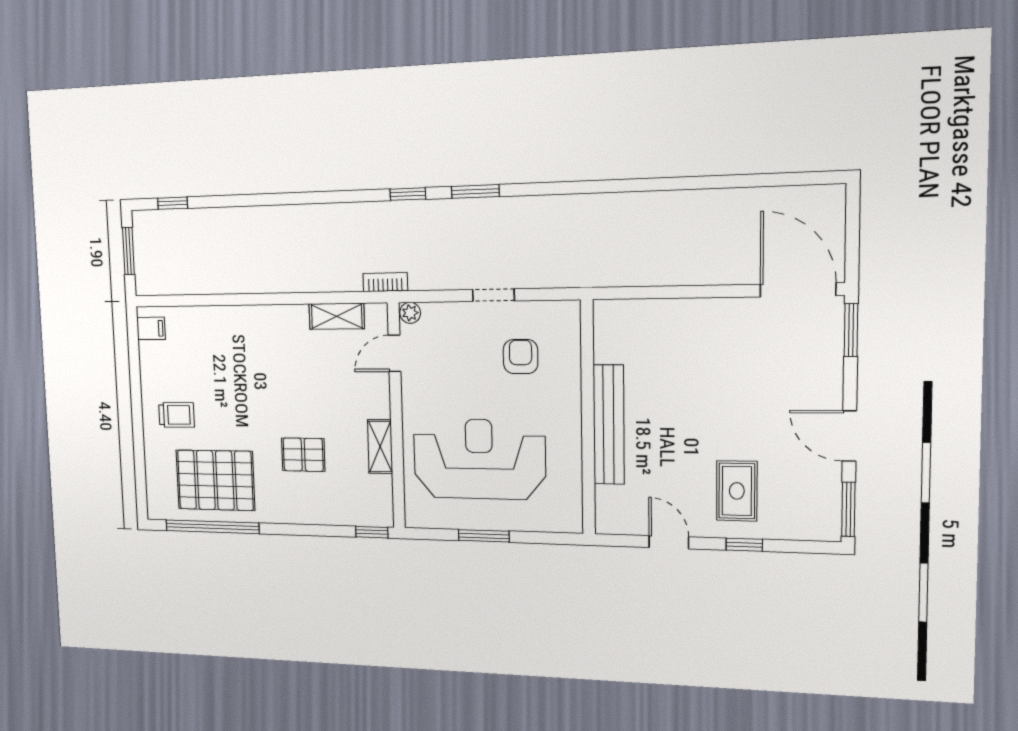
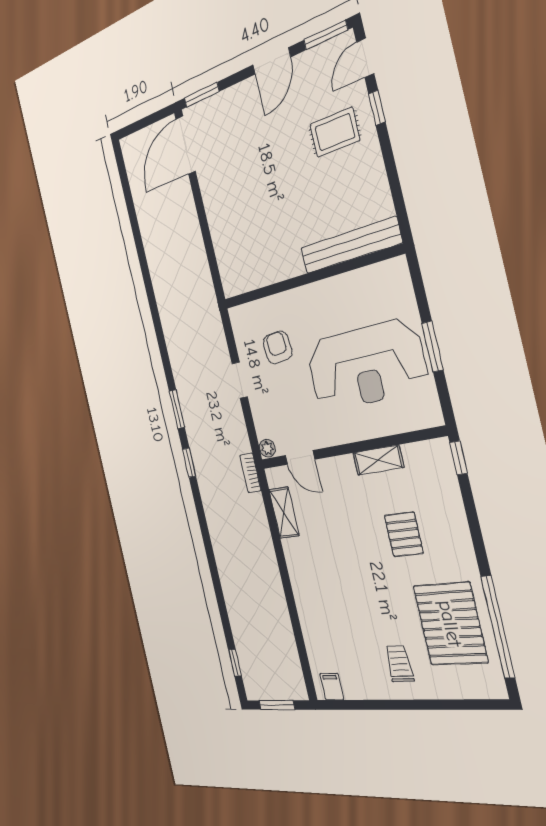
armchair: (521, 357) -> (278, 347), turned 85
bench: (609, 425) -> (350, 245), moved
reception desk: (479, 459) -> (366, 365), turned -90
door: (669, 542) -> (365, 58), moved

